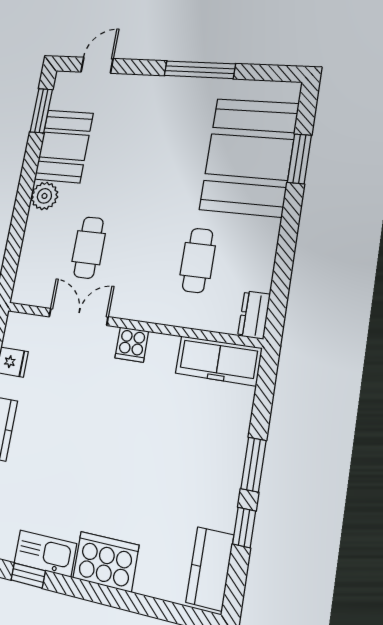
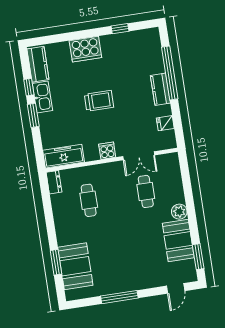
booth: (249, 157) -> (75, 266), width x0.73, depth x0.70
trolley: (115, 447) -> (99, 101), added
kitchen sink: (45, 553) -> (42, 97), moved, turned -90

